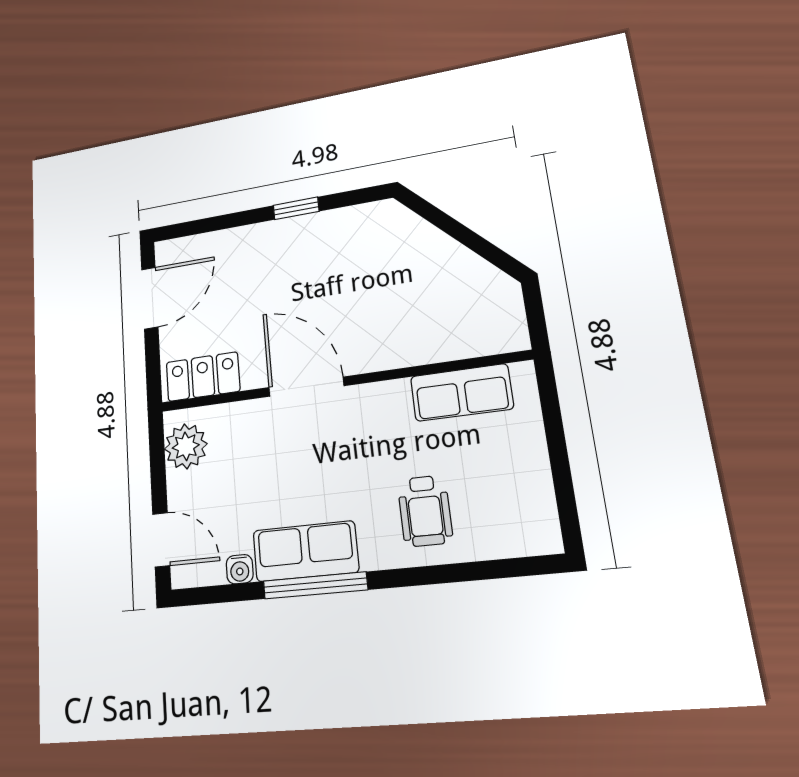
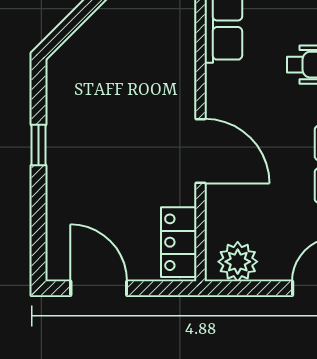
door: (306, 387) -> (201, 151), swing flipped

